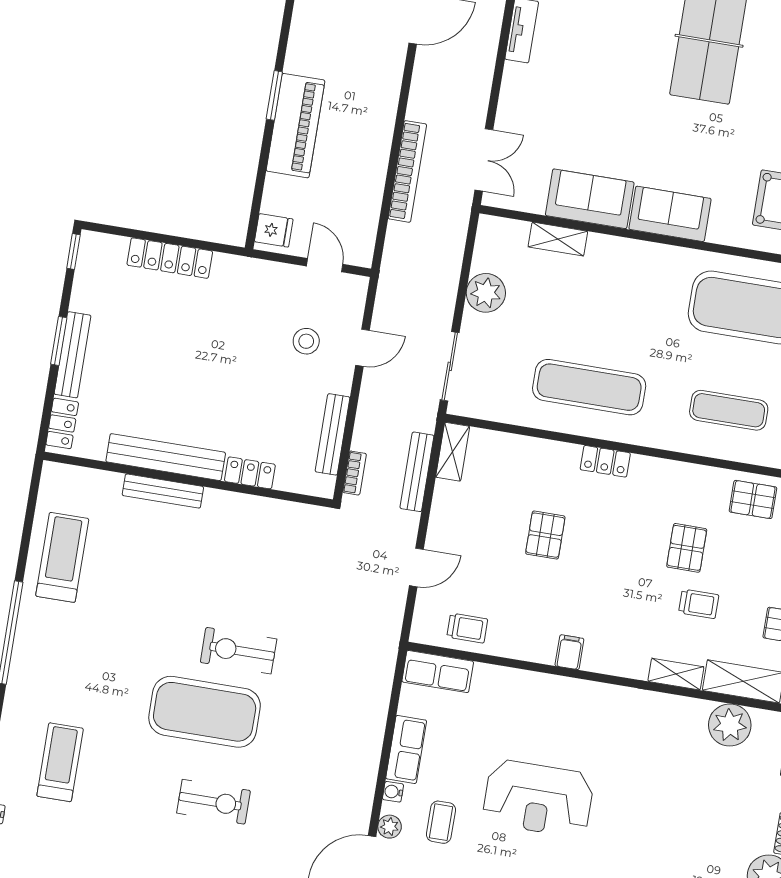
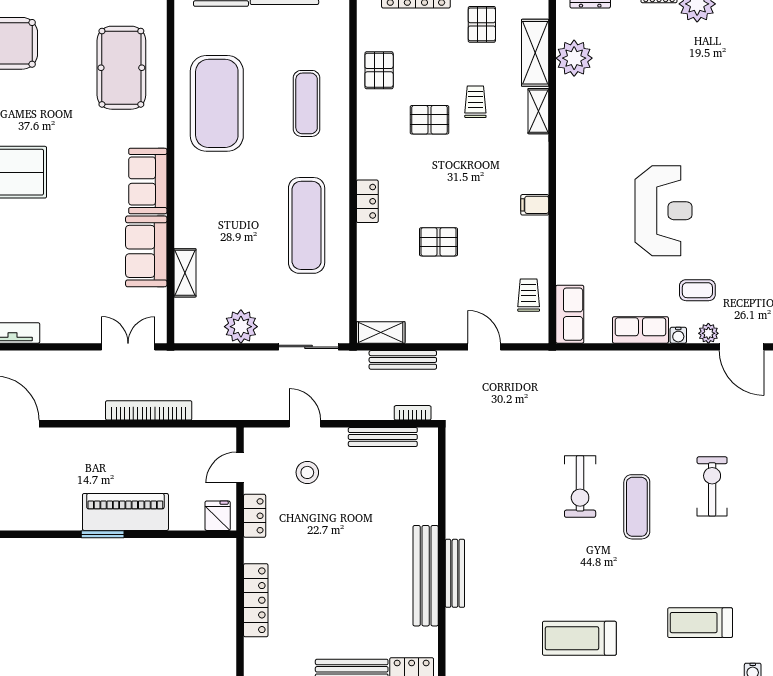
locker: (250, 473) -> (255, 516), moved, turned 180
treadmill: (62, 557) -> (579, 638), moved
exercise mat: (205, 712) -> (637, 507), width x0.50, depth x0.69

